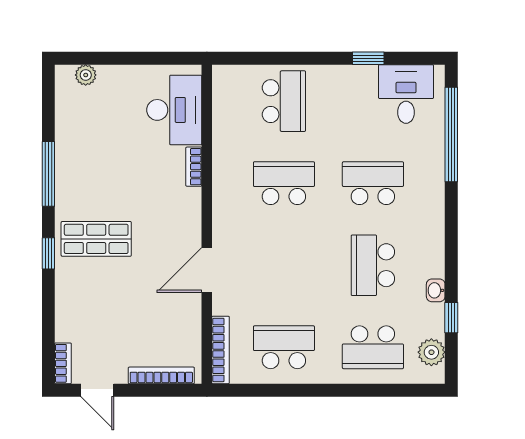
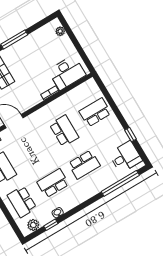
school desk: (284, 101) -> (95, 112), turned 180
school desk: (373, 183) -> (84, 165), turned 90

